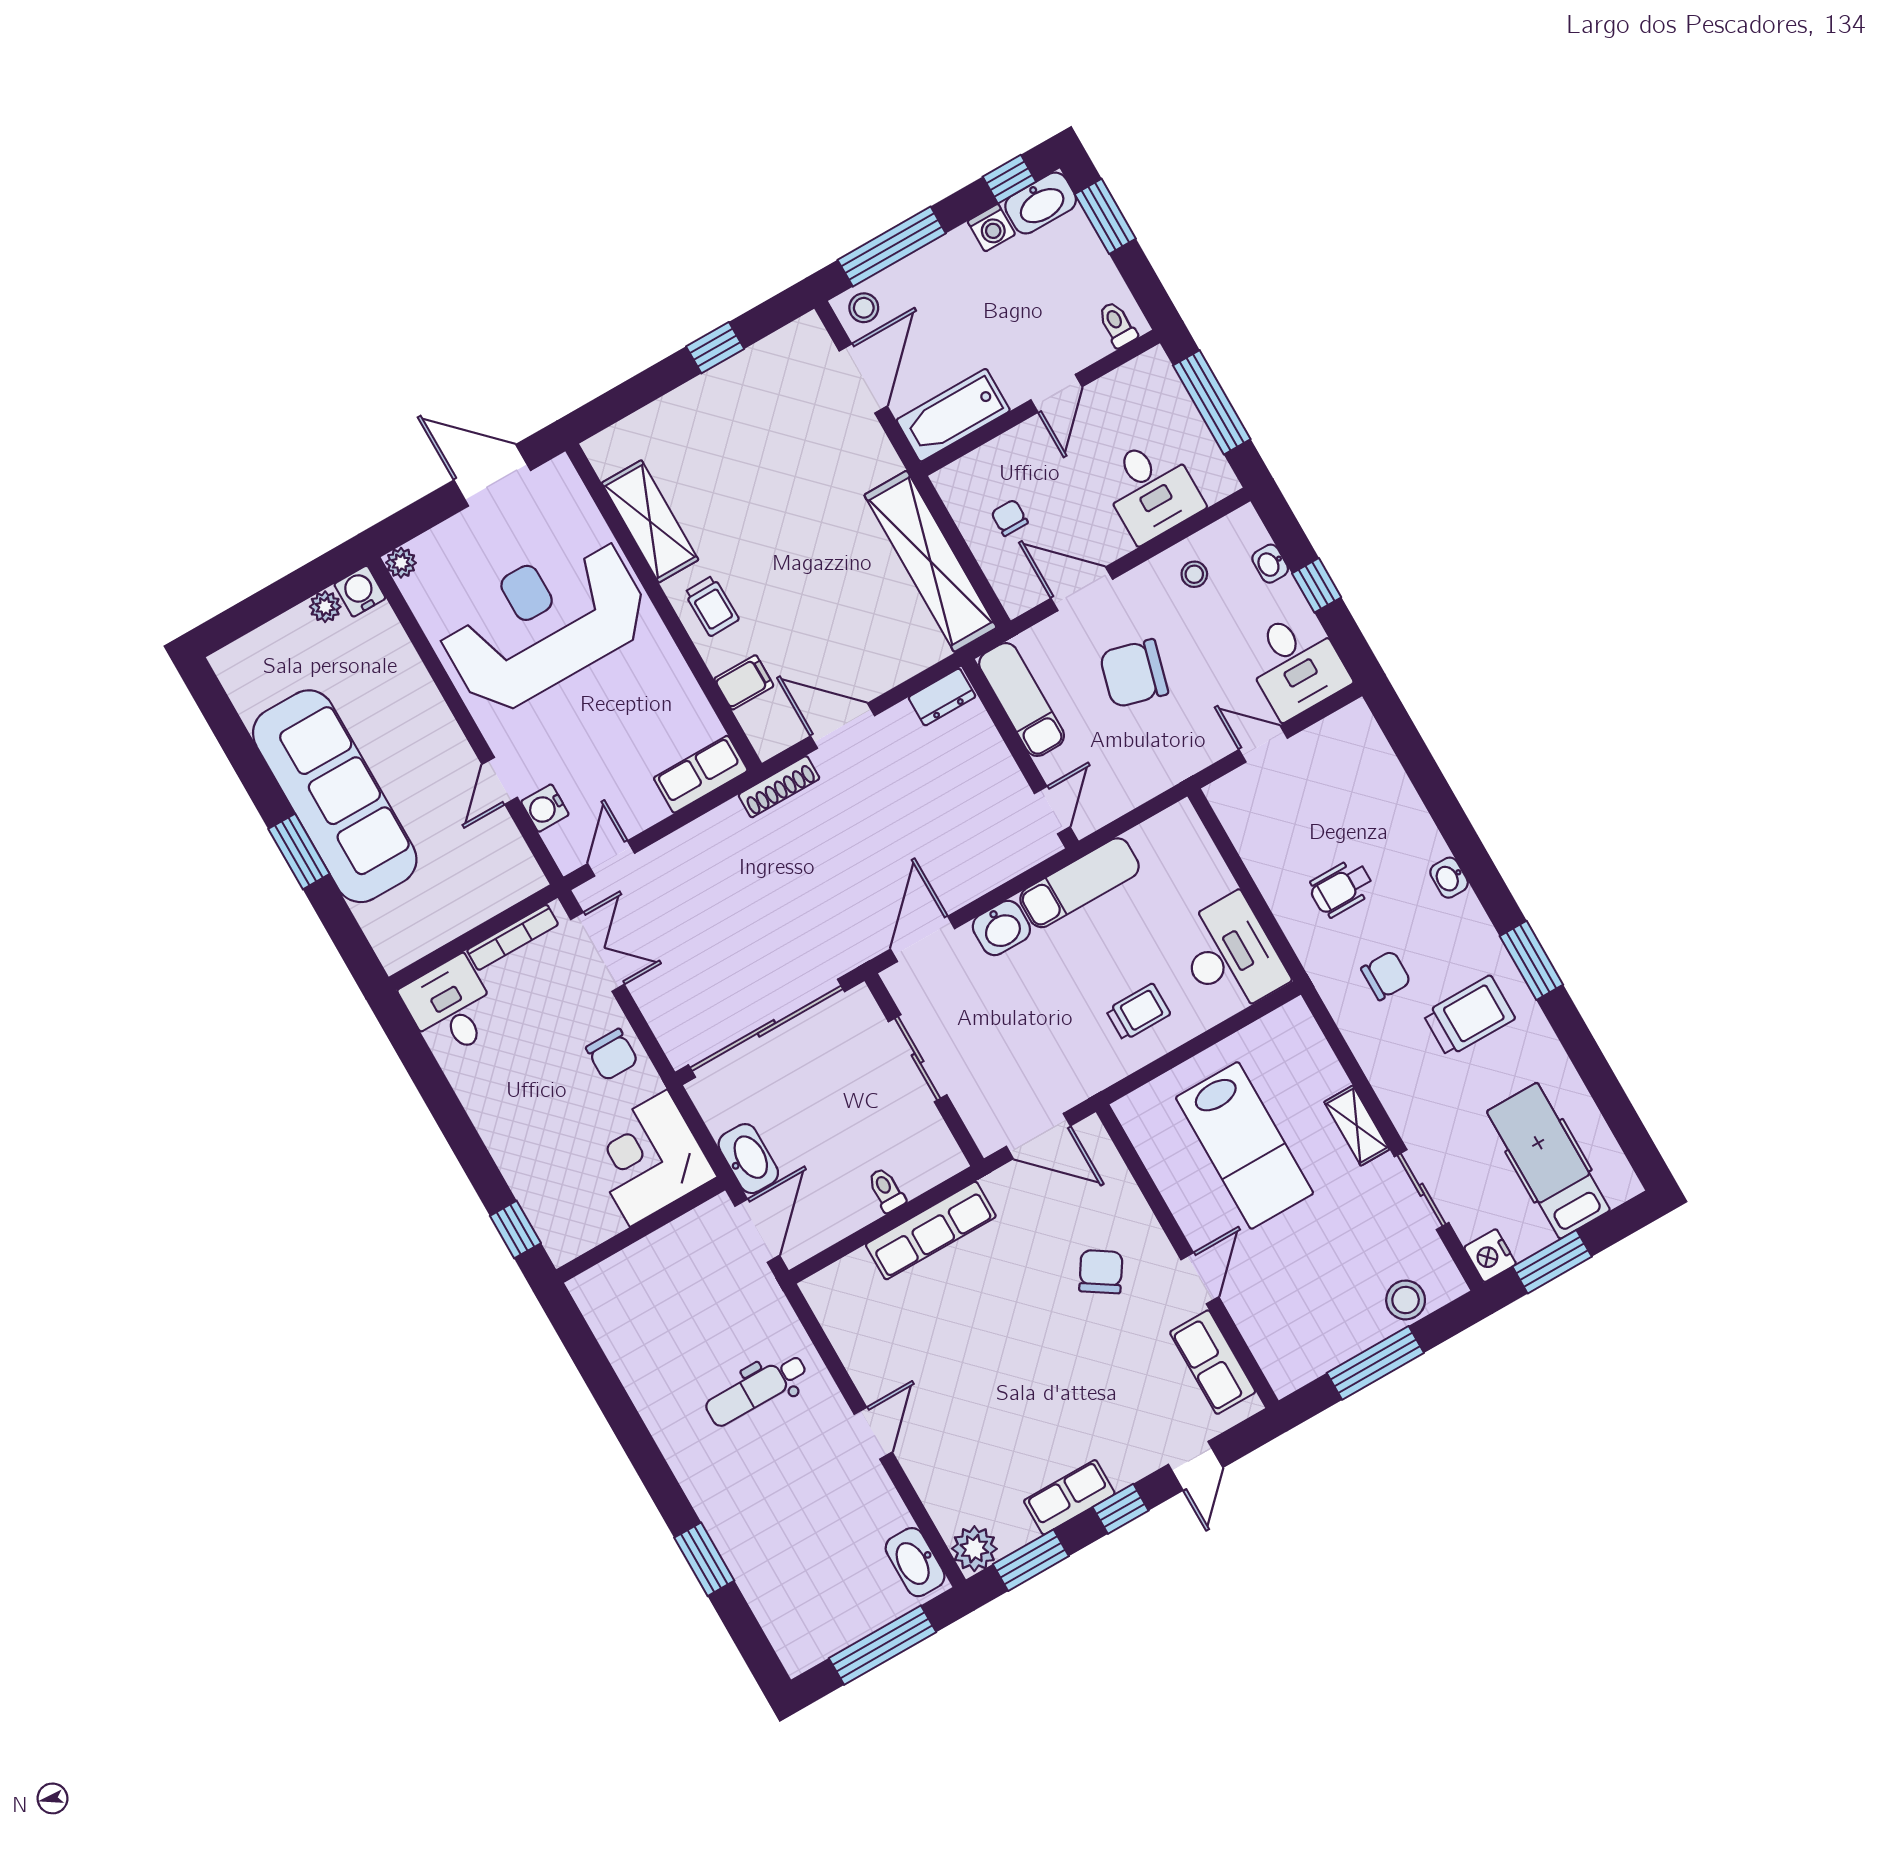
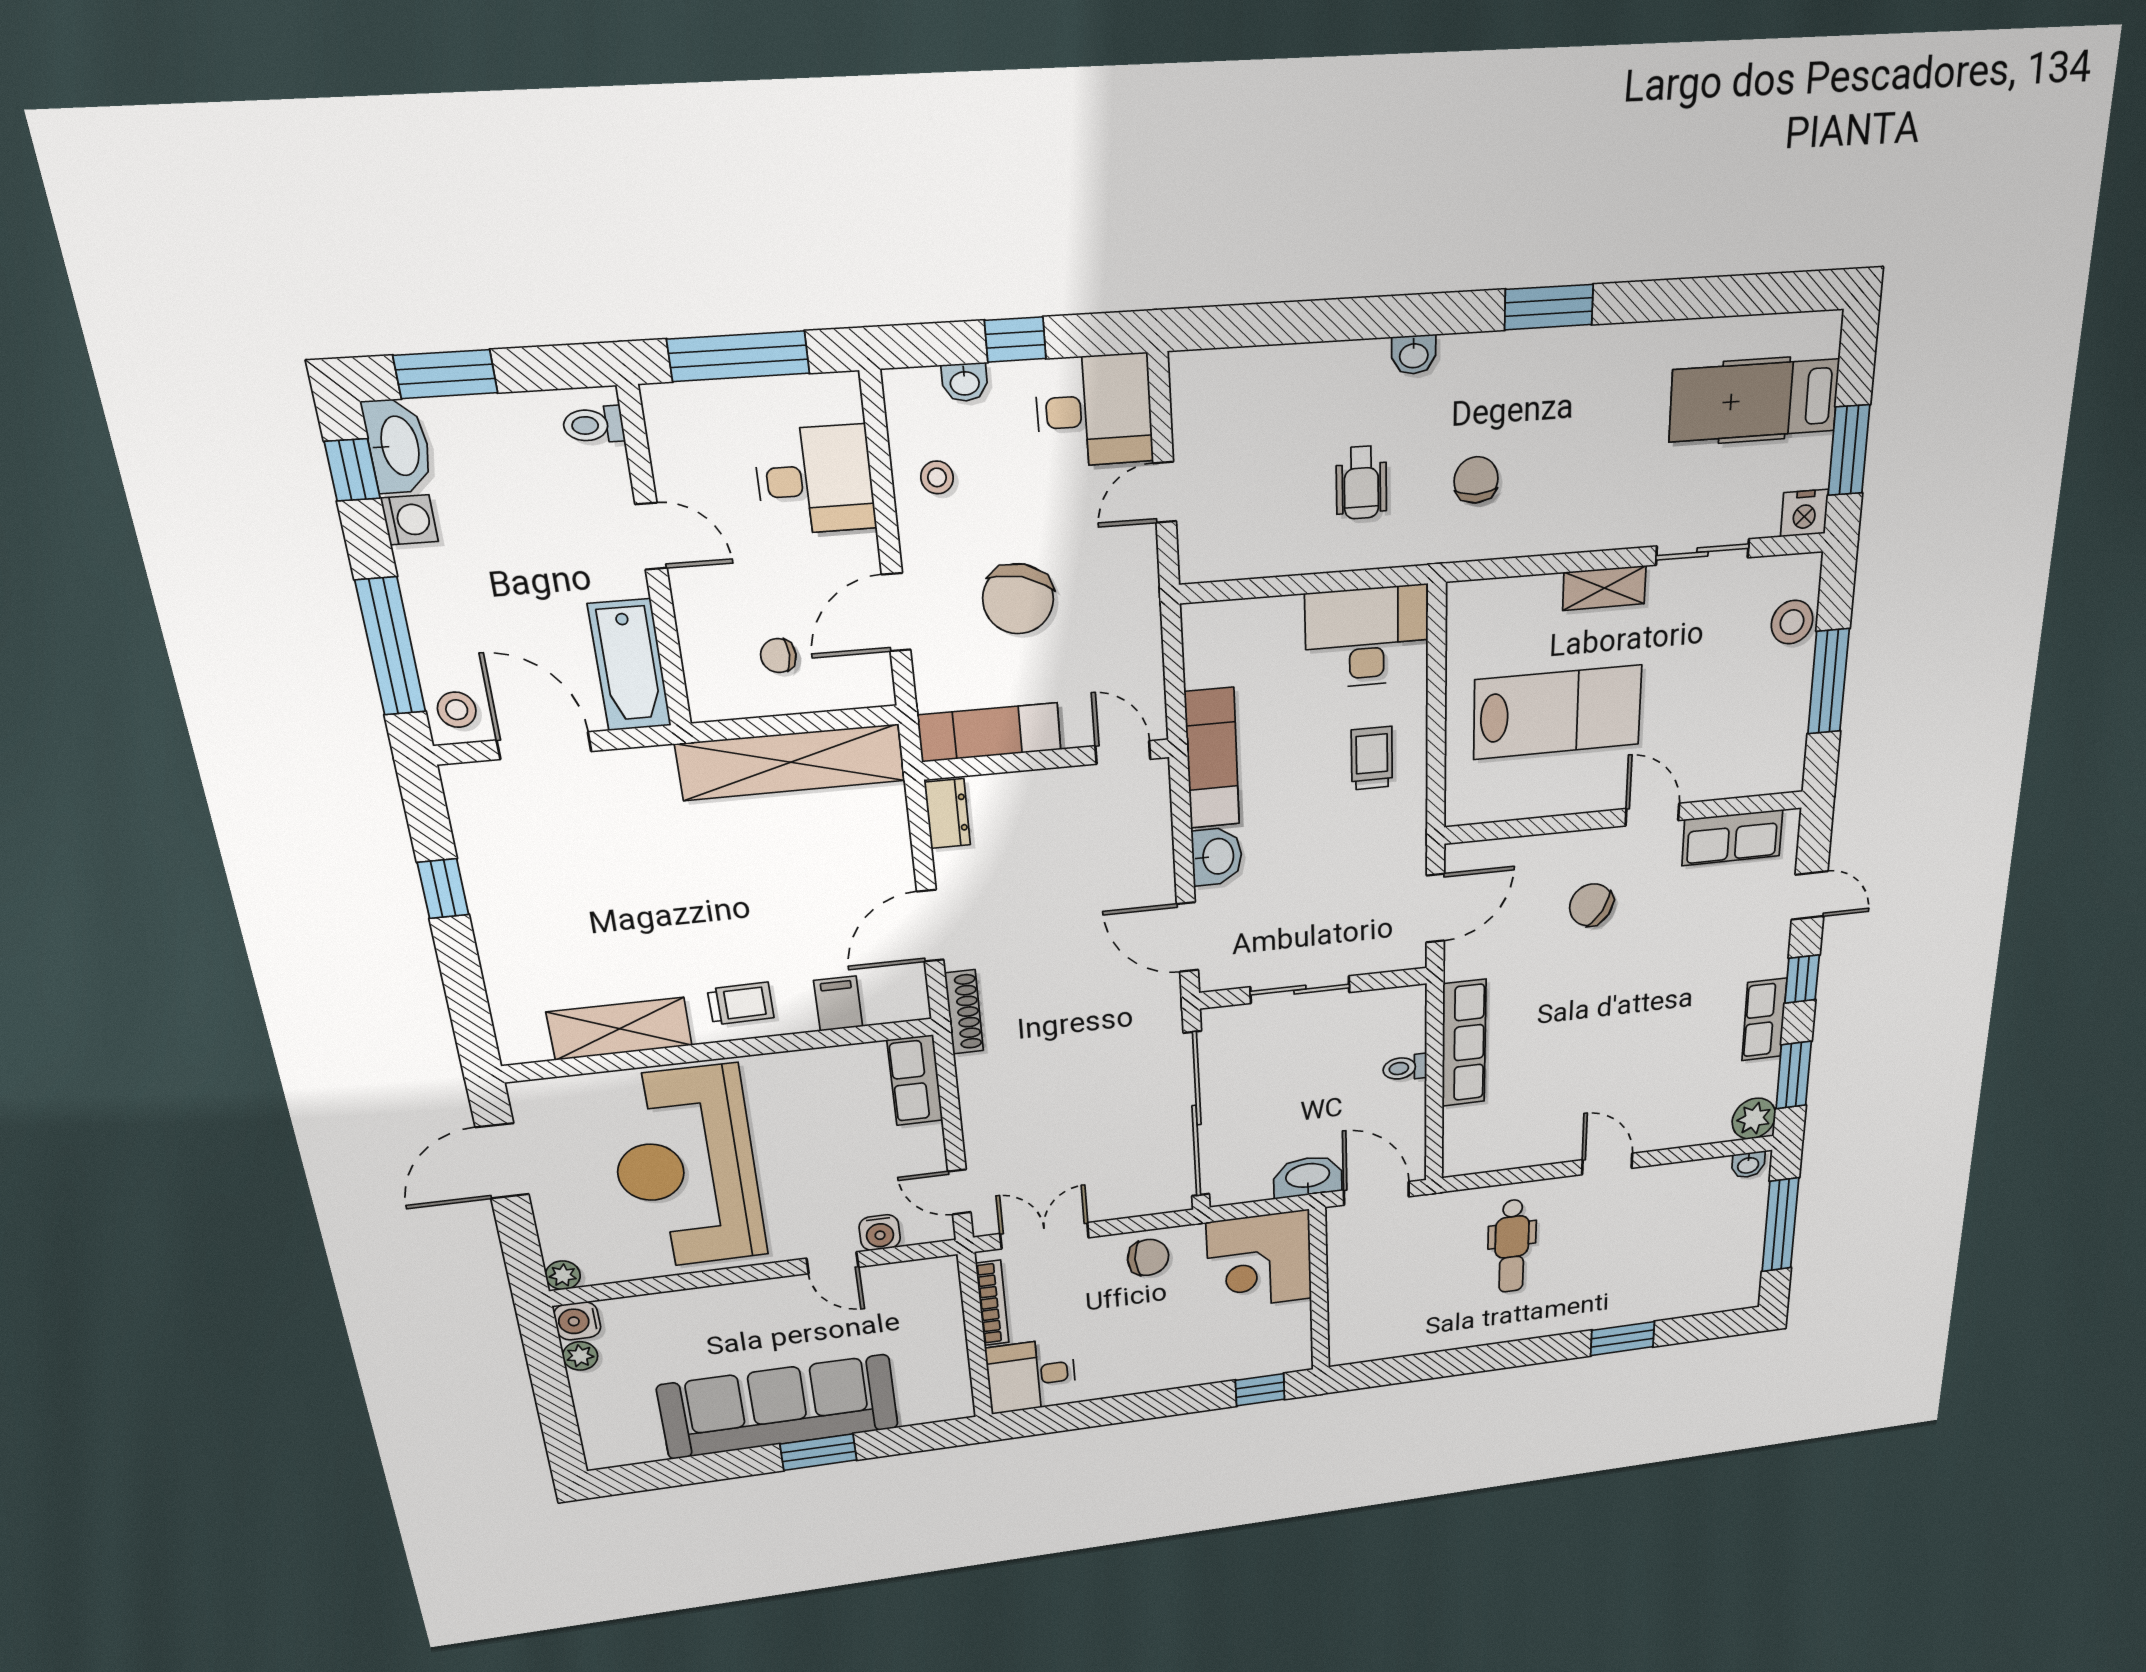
trolley: (1469, 1016) -> (1566, 410), removed
washbasin: (915, 1562) -> (1748, 1165), width x0.52, depth x0.69

